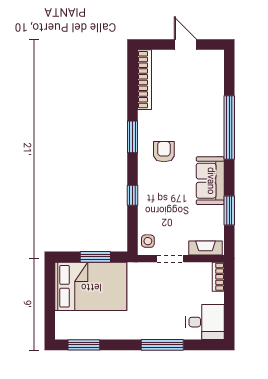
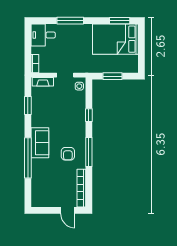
door: (185, 44) -> (68, 210), moved
window: (133, 137) -> (89, 152), width x1.44
armchair: (164, 152) -> (68, 154), moved
sofa: (210, 181) -> (40, 143), moved
bed: (91, 286) -> (115, 39), moved

